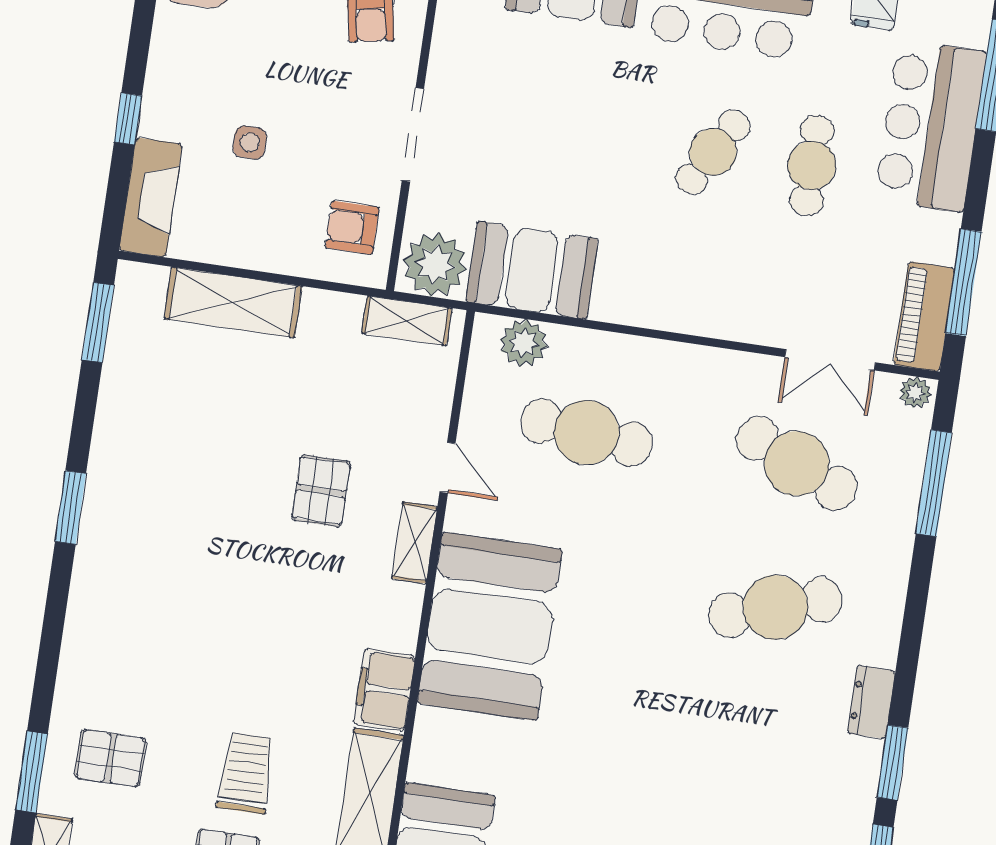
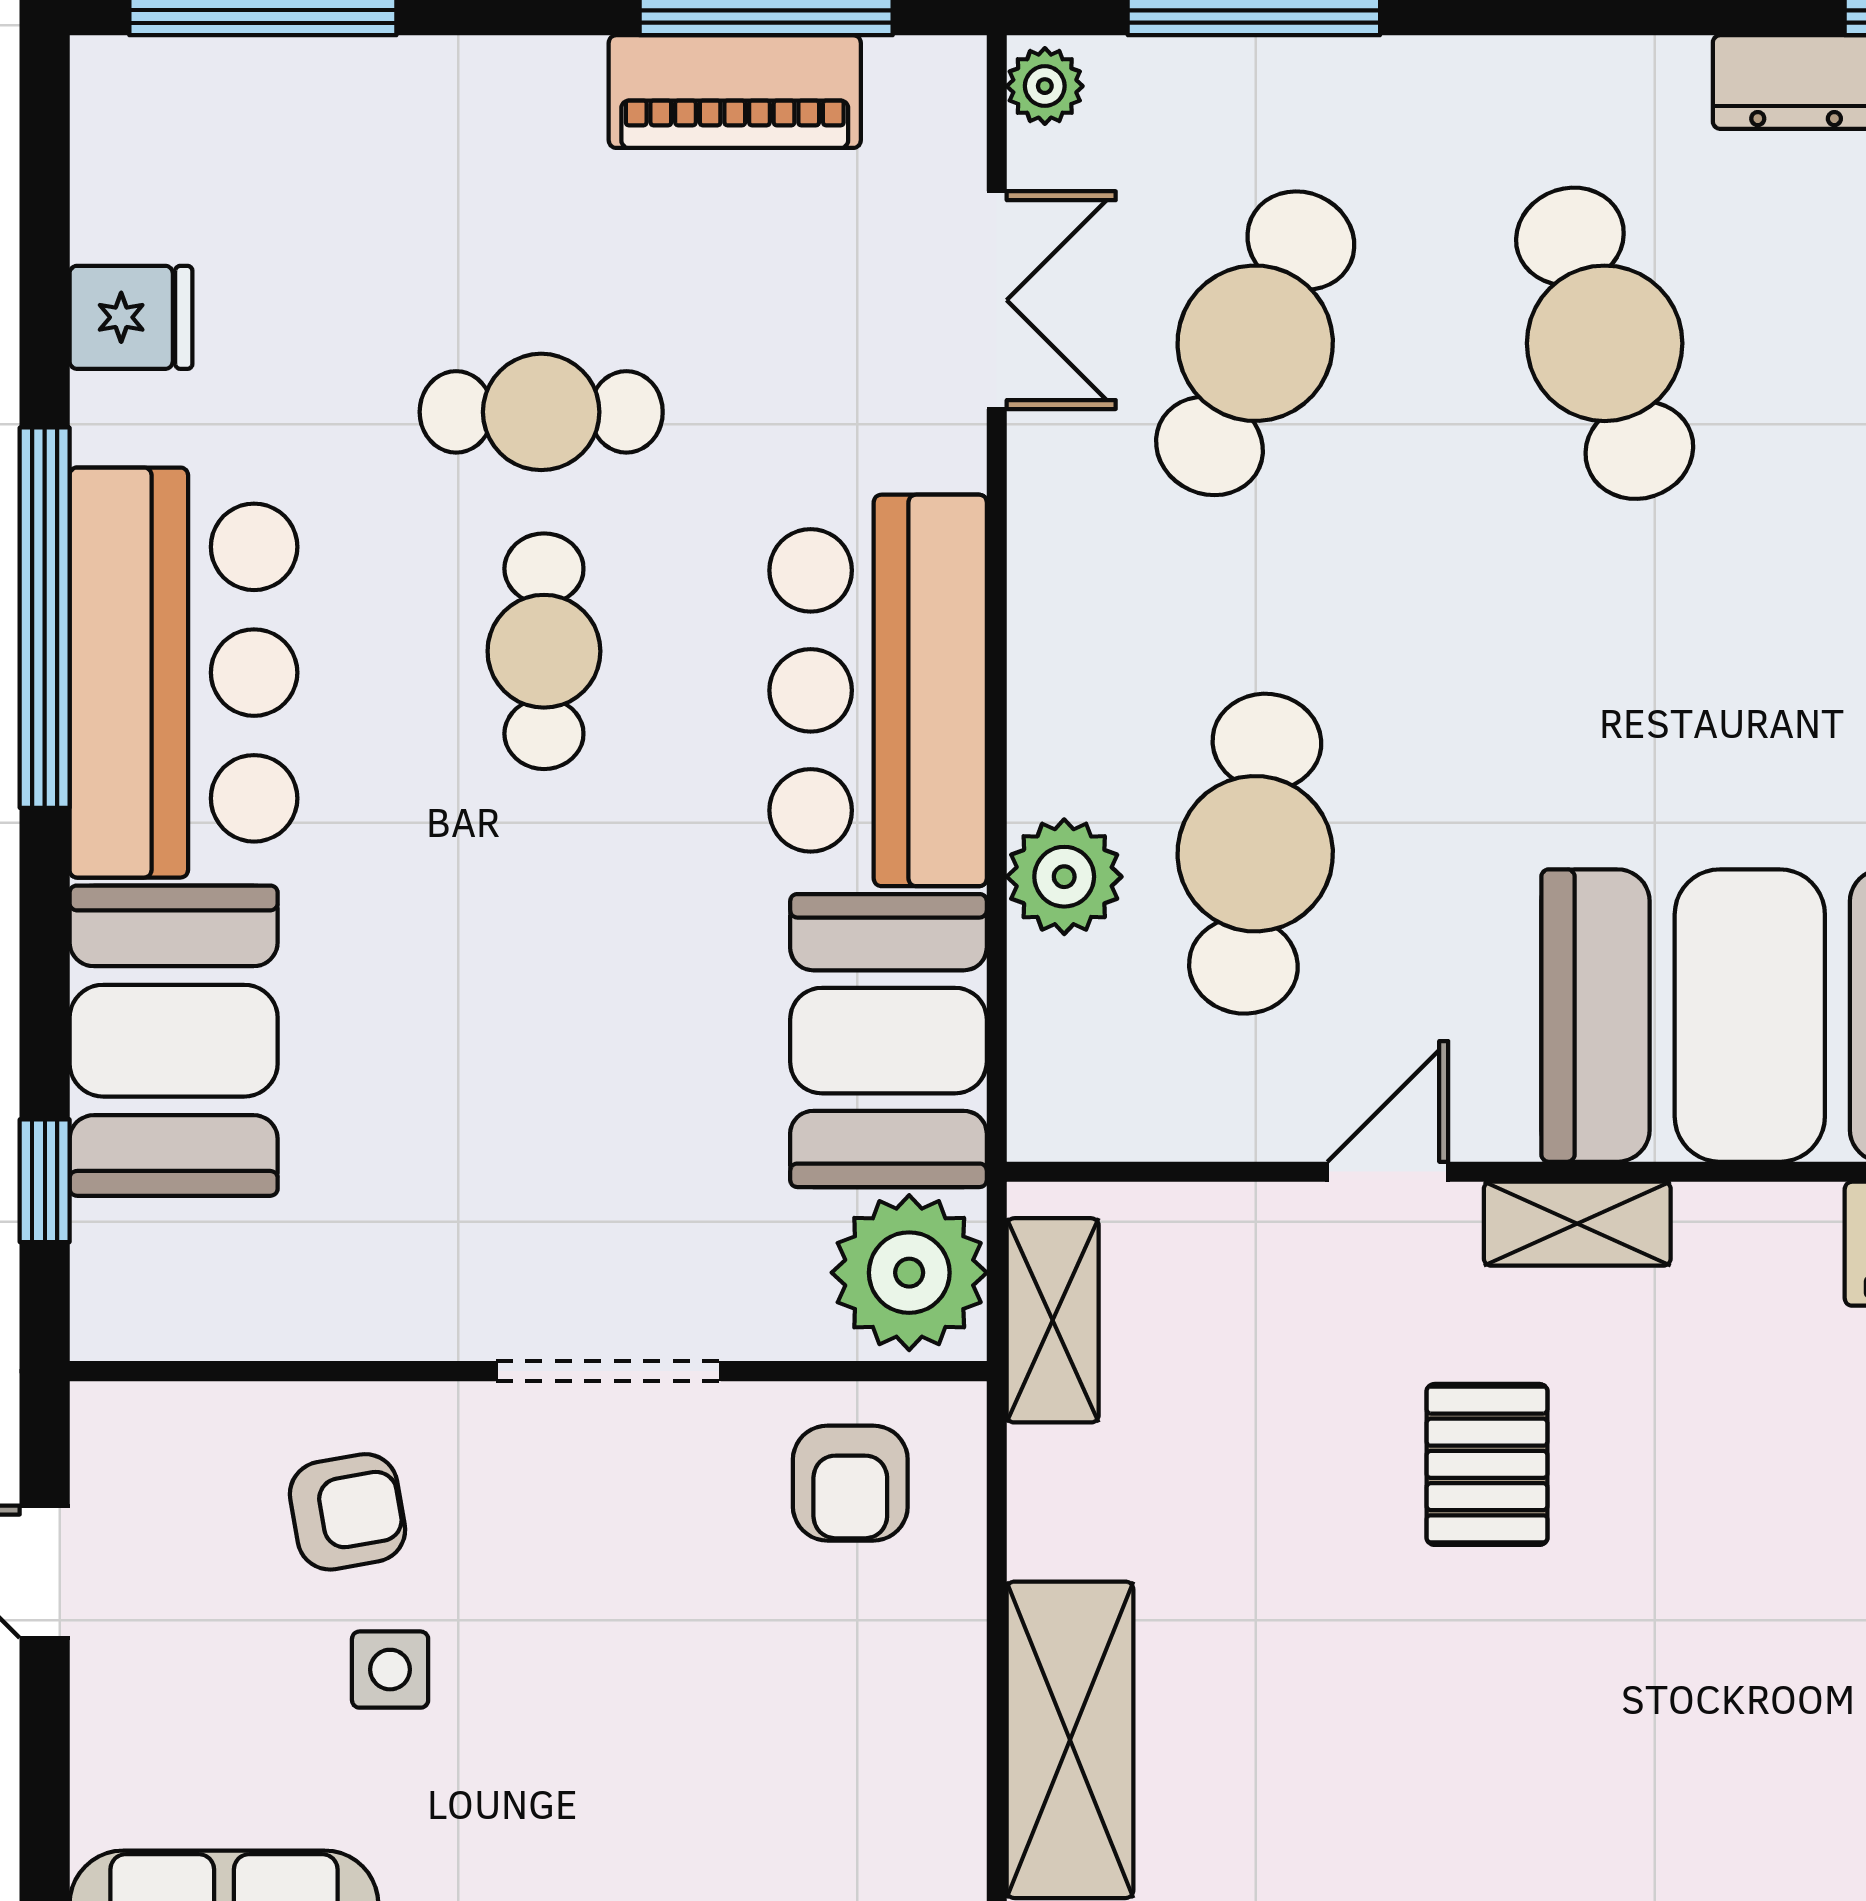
bar counter: (930, 126) -> (878, 690), moved, turned 90
side table: (250, 142) -> (390, 1670), moved
cafe table: (713, 152) -> (544, 651), turned 60
piano: (924, 316) -> (735, 92), moved
plant: (524, 343) -> (1064, 877), moved
pallet: (321, 491) -> (1487, 1464), turned 90

